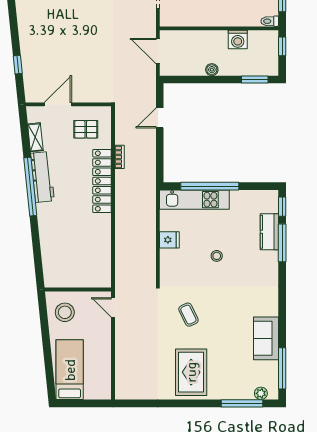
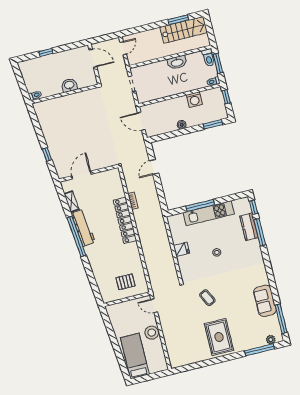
pallet: (86, 129) -> (126, 282), moved
window: (210, 186) -> (200, 205), width x0.68
kitchen unit: (194, 200) -> (209, 213), moved
stool: (65, 312) -> (152, 333), moved

